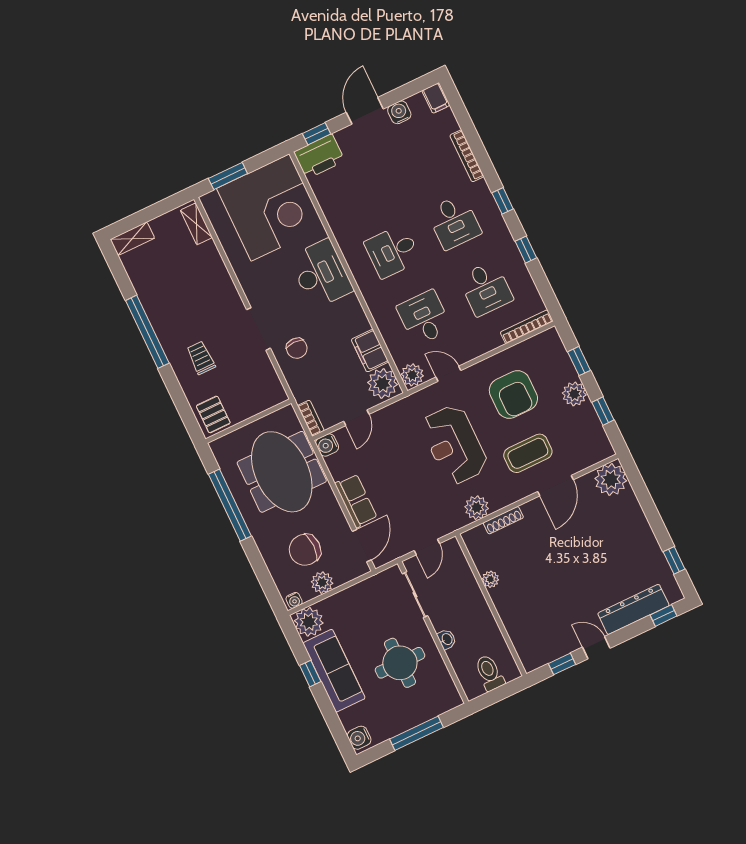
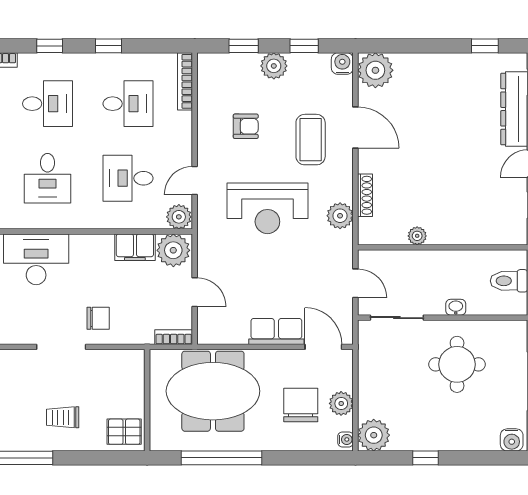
armchair: (513, 395) -> (246, 126), width x0.53, depth x0.53
water cooler: (327, 445) -> (342, 64), moved, turned 180
chair: (305, 550) -> (301, 405), turned 180
sofa: (334, 671) -> (434, 433), removed

